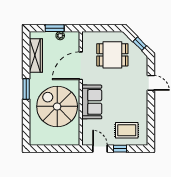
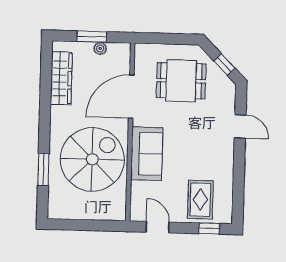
window: (26, 89) -> (43, 169), moved
spiral stairs: (57, 106) -> (92, 159), turned 90
rug: (127, 130) -> (200, 200), turned 90
window: (120, 149) -> (209, 229), moved

